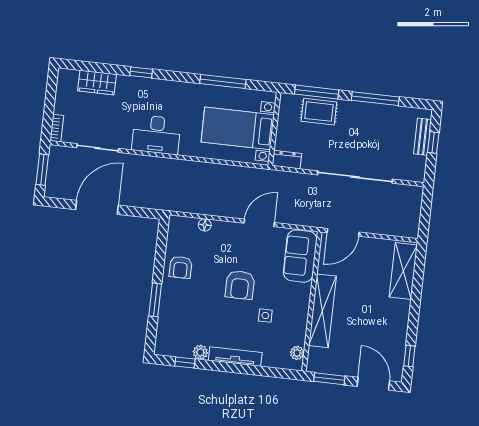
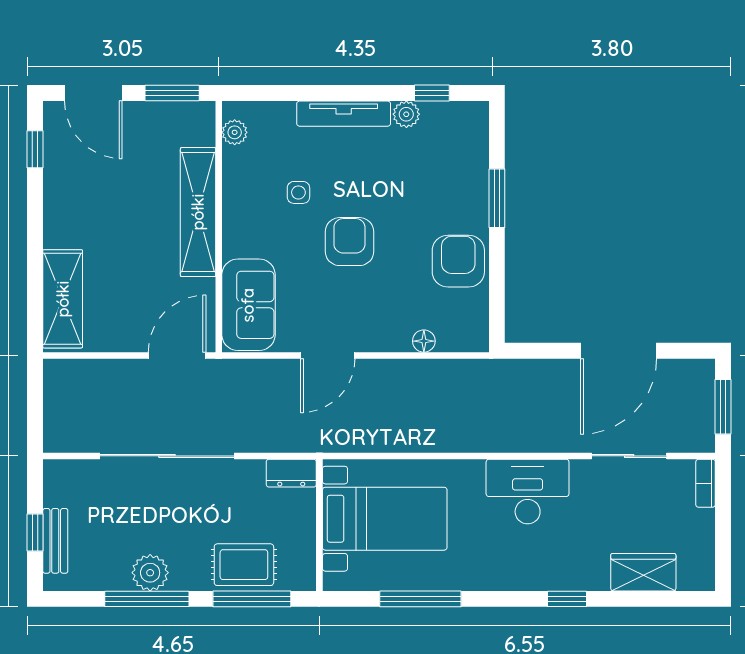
plant: (372, 113) -> (150, 573), added
armchair: (181, 267) -> (458, 261), width x1.38, depth x1.38

